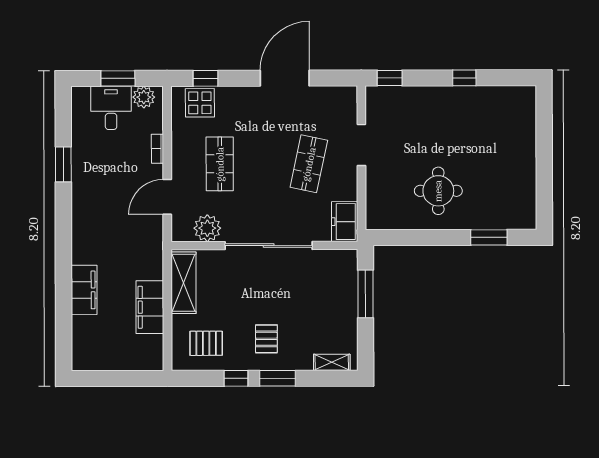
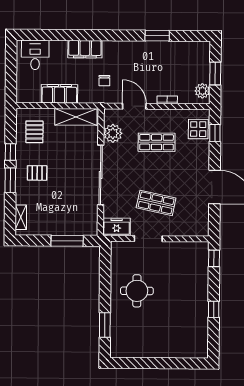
desk: (111, 108) -> (35, 55), moved, turned -90
doorway: (361, 145) -> (148, 239), moved
chair: (130, 241) -> (104, 81), added
filing cabinet: (84, 290) -> (85, 49), moved

